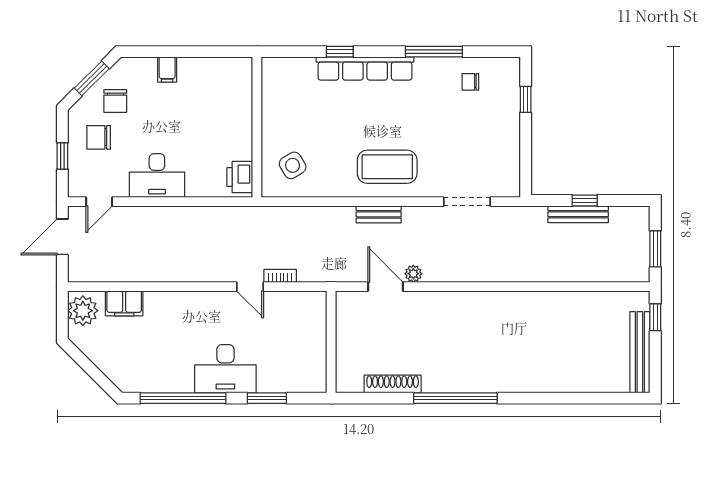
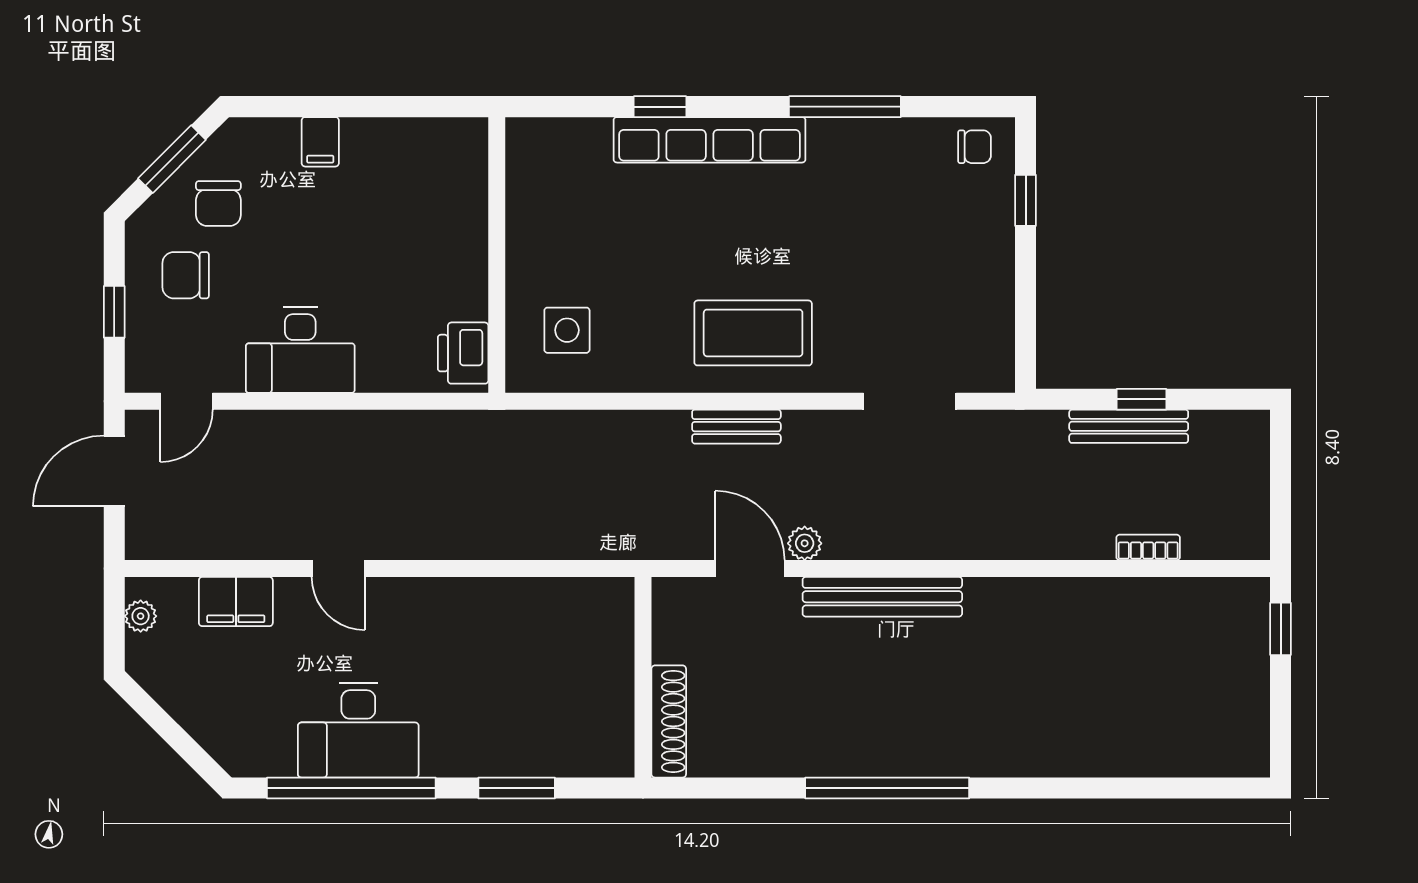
chair: (470, 82) -> (975, 147), moved, turned 180
side table: (293, 165) -> (567, 330), turned 31
window: (655, 249) -> (1281, 495), removed
bookcase: (280, 276) -> (1148, 547), moved
door: (250, 287) -> (338, 569), moved
plant: (83, 311) -> (141, 616), width x0.53, depth x0.53
bench: (640, 352) -> (882, 597), moved, turned 90
desk: (225, 369) -> (358, 730), moved
shoe rack: (393, 384) -> (669, 721), moved, turned 90

